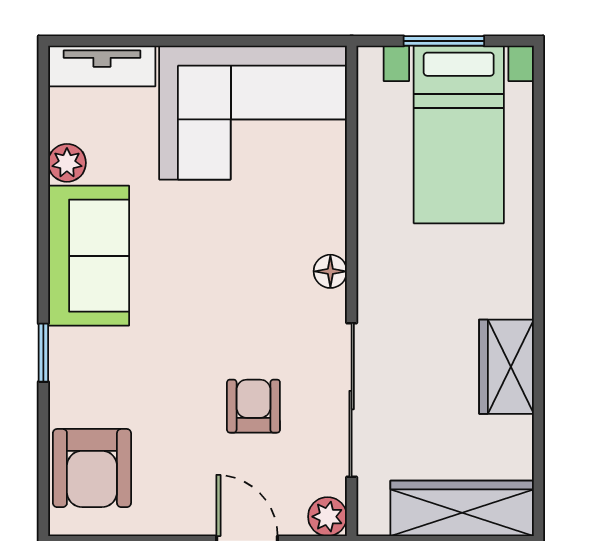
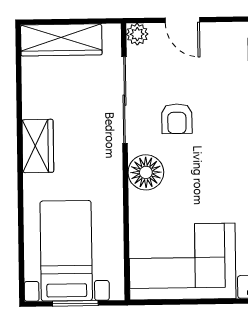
floor lamp: (330, 271) -> (146, 172), width x1.89, depth x1.89
wardrobe: (506, 367) -> (38, 146), moved
armchair: (253, 406) -> (177, 119), moved

